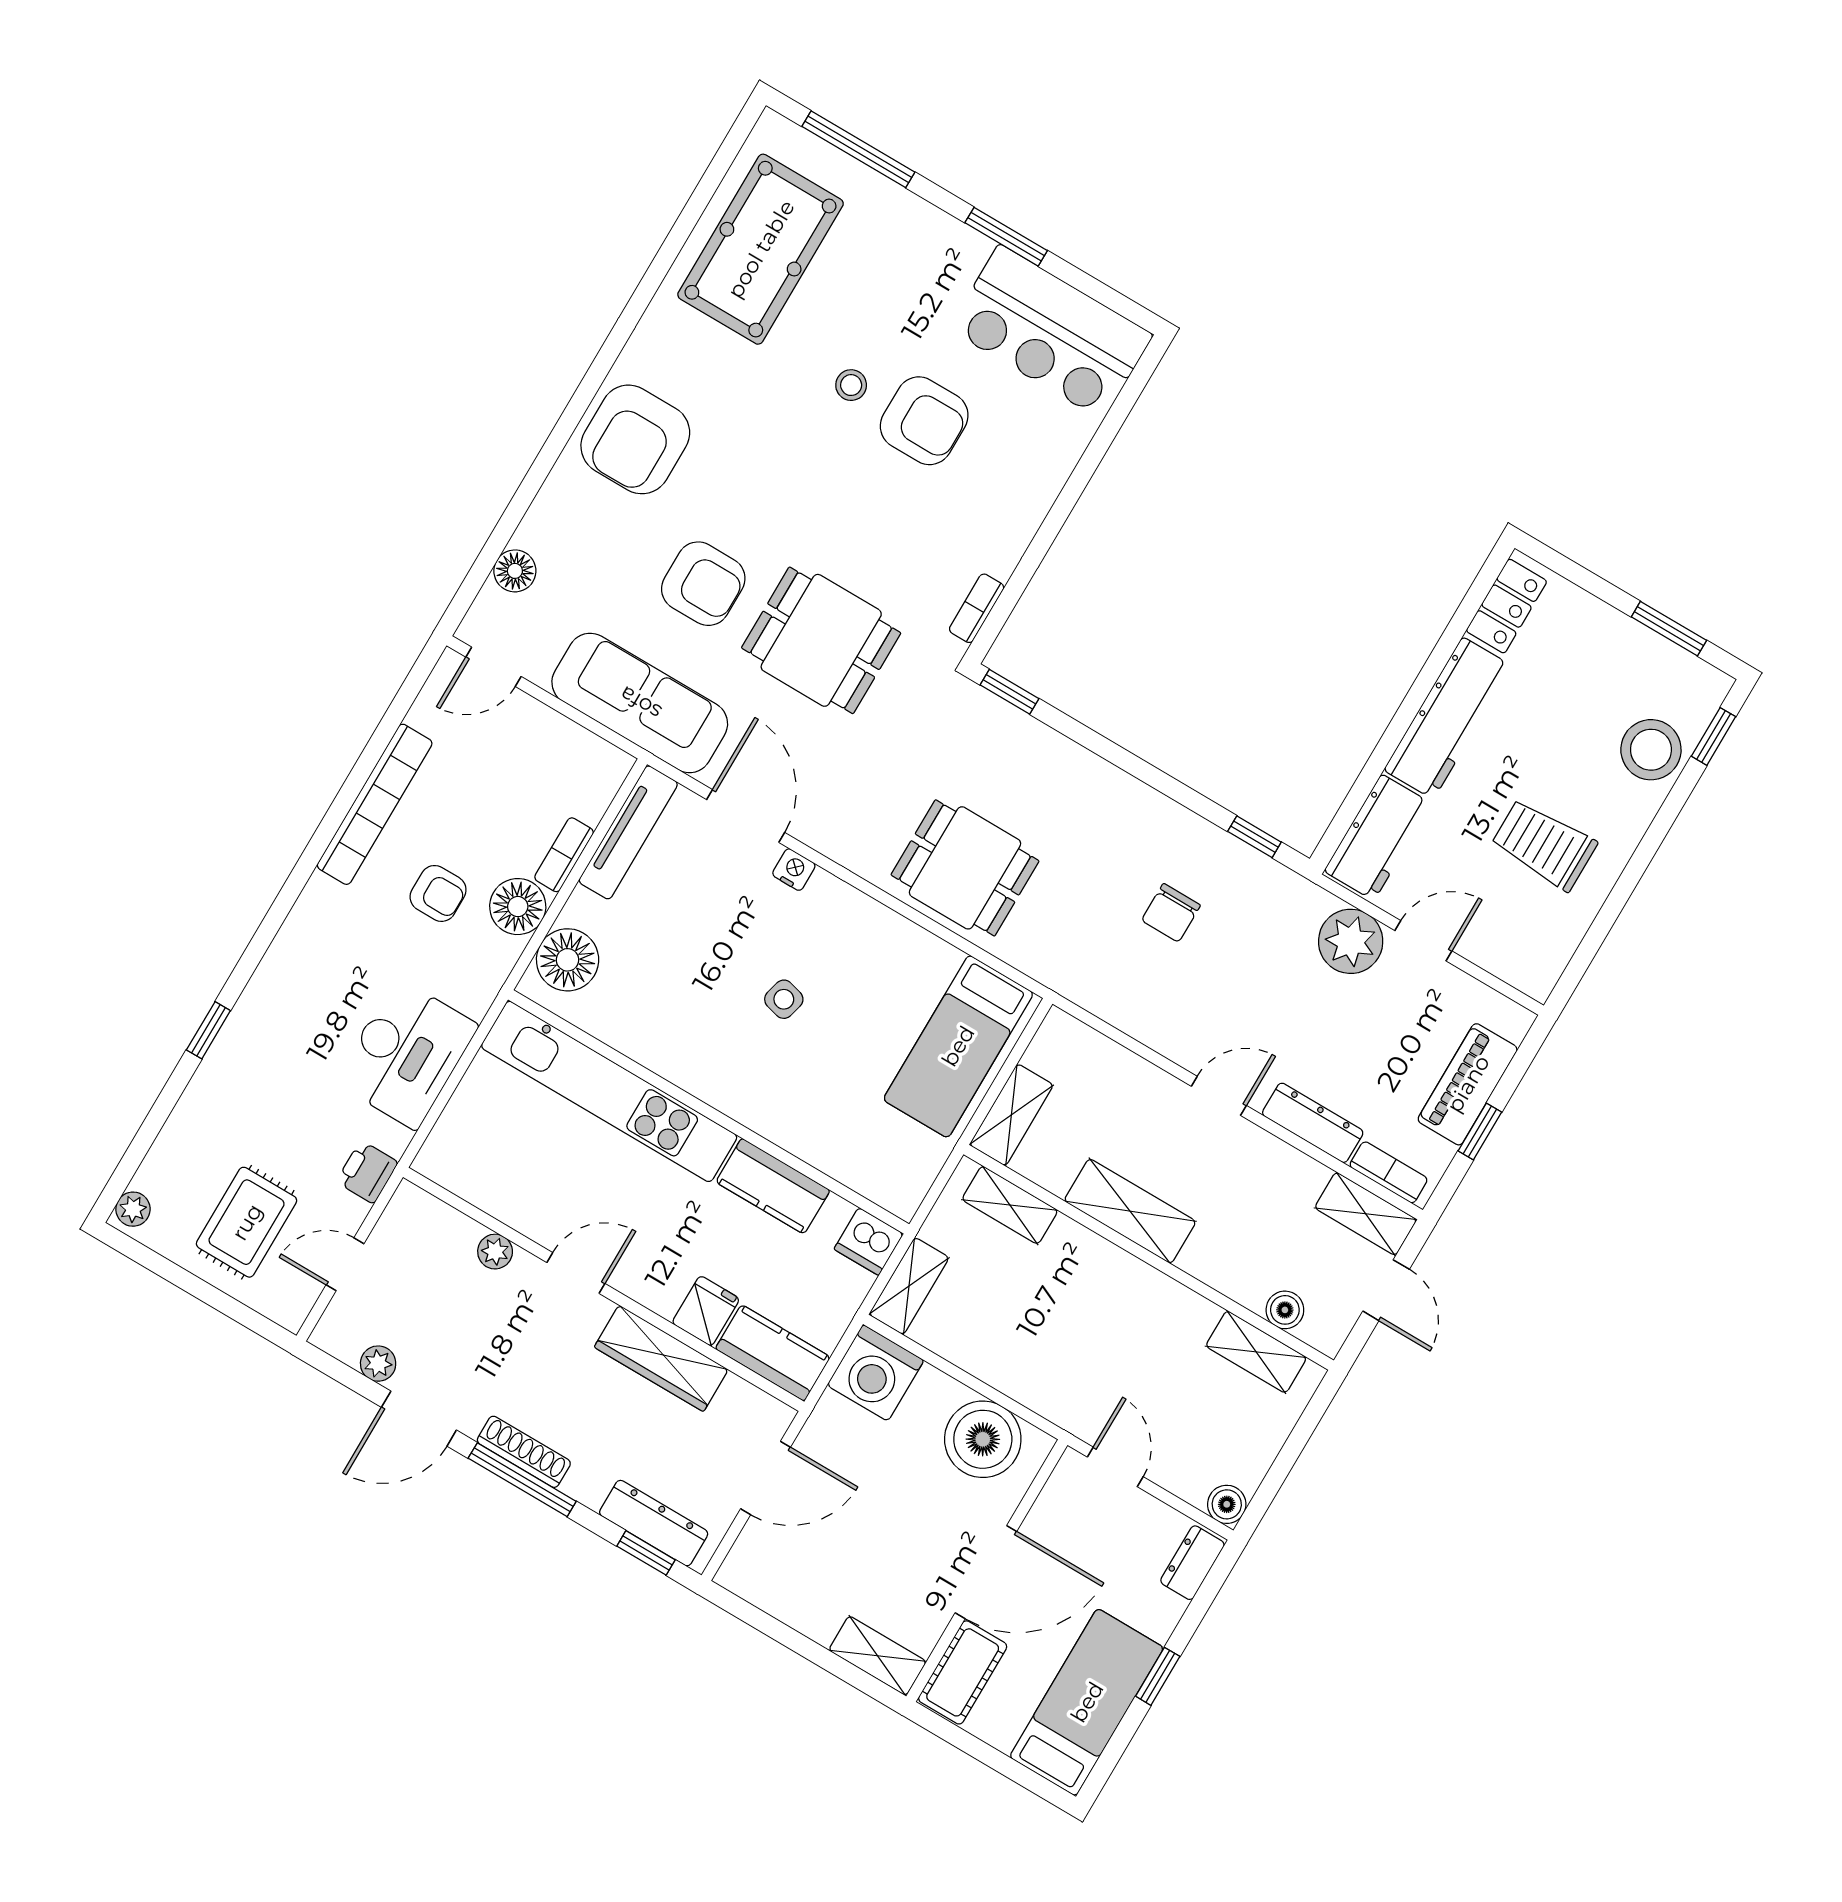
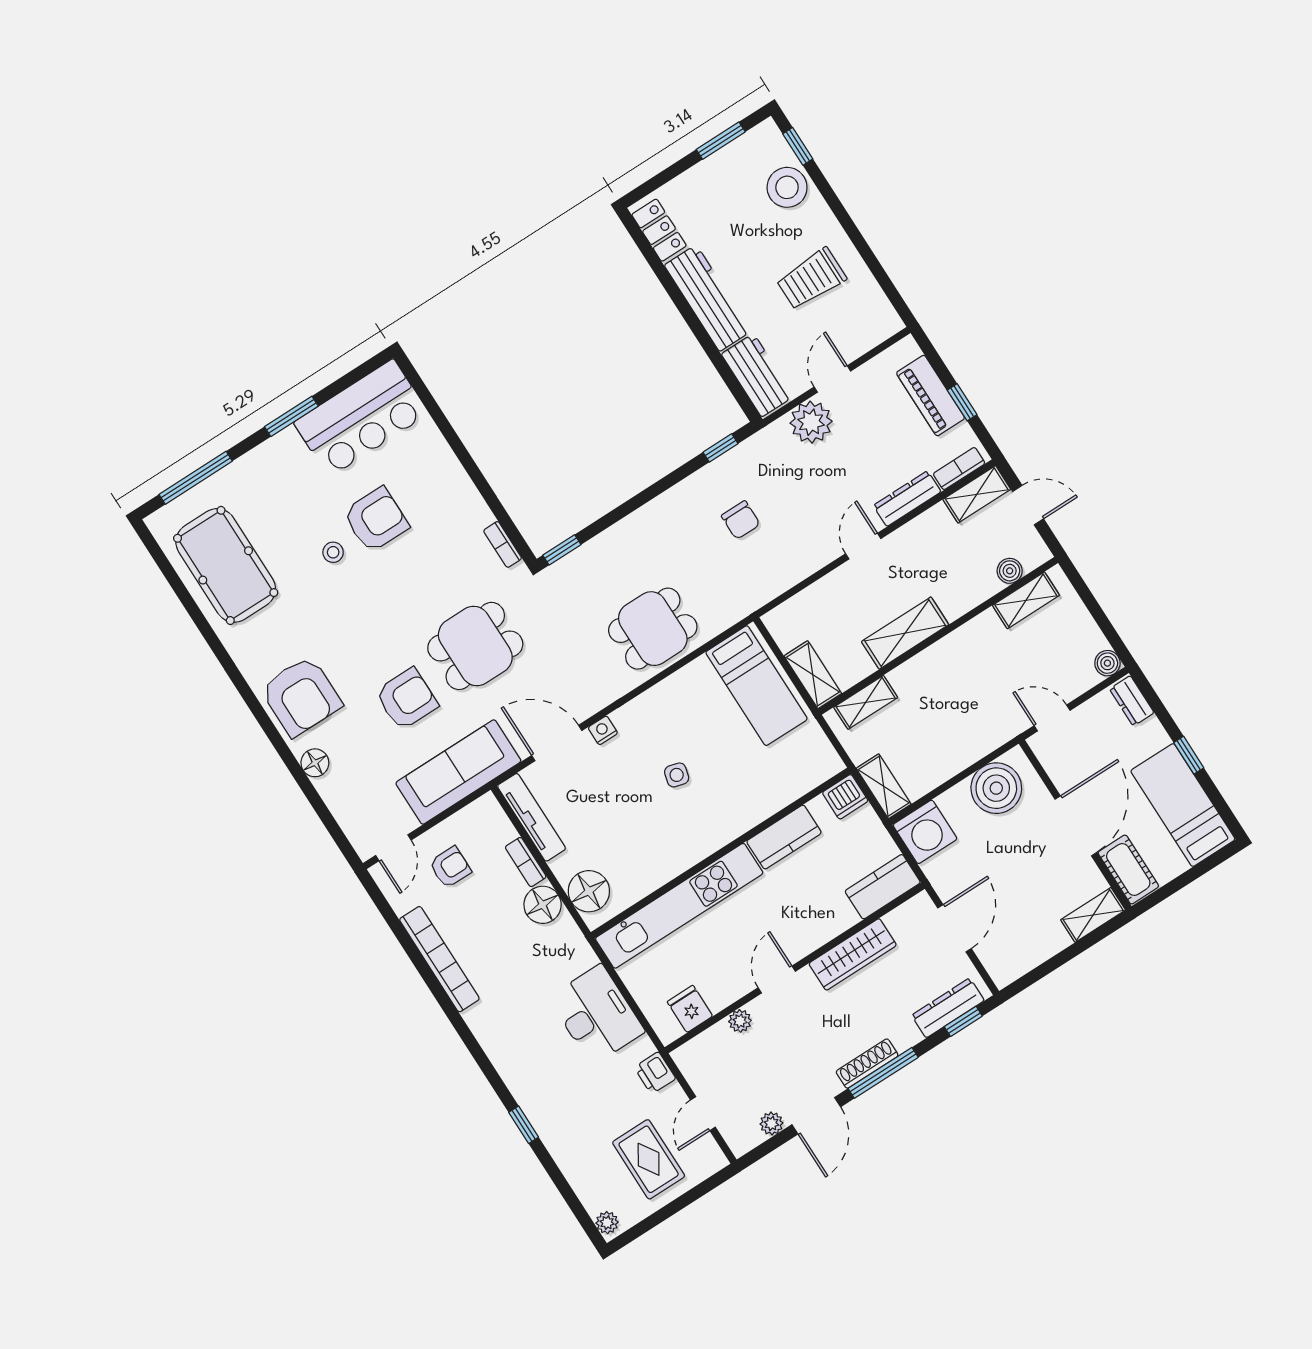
floor lamp: (515, 571) -> (315, 763), moved
armchair: (438, 893) -> (450, 867), moved
fridge: (706, 1311) -> (690, 1009), moved

